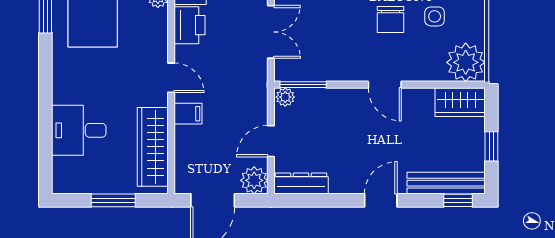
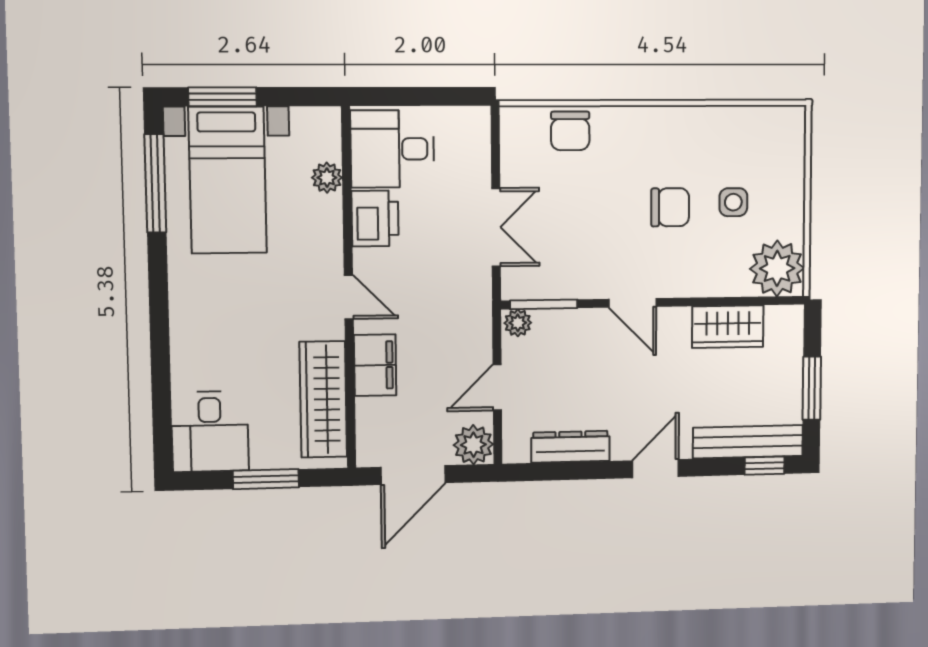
chair: (390, 19) -> (670, 207), turned -90
door: (385, 85) -> (633, 303), moved
wardrobe: (460, 102) -> (728, 327), moved
filing cabinet: (188, 114) -> (375, 365), width x2.00
desk: (79, 130) -> (210, 432), moved, turned -90
window: (491, 146) -> (812, 388), width x1.50
dresser: (301, 183) -> (570, 447), moved

